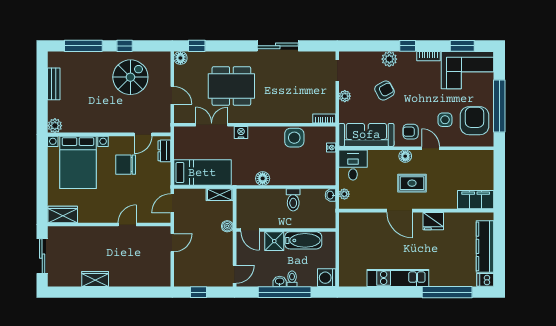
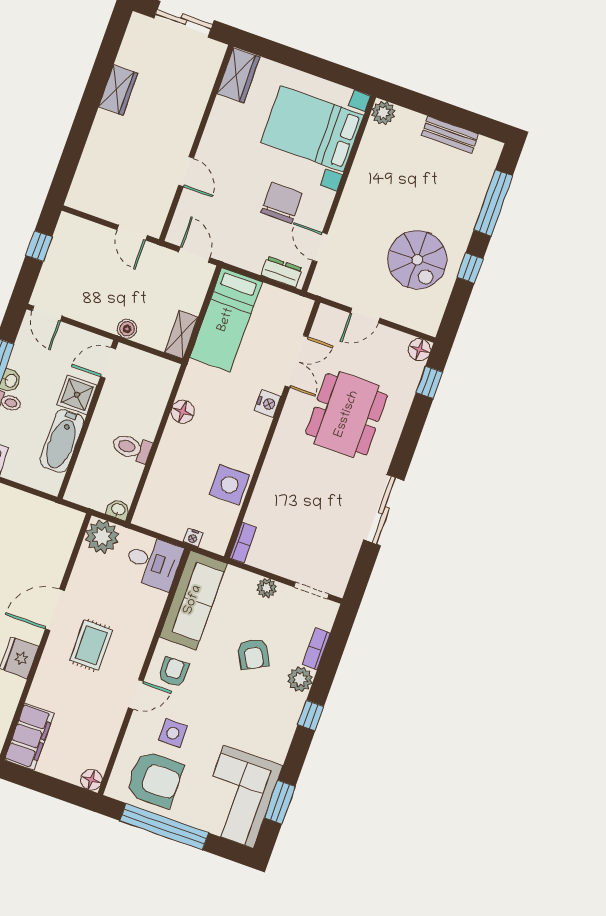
bookcase: (429, 56) -> (316, 649), moved
floor lamp: (405, 156) -> (91, 780), moved
plant: (344, 194) -> (102, 537), width x1.88, depth x1.88

